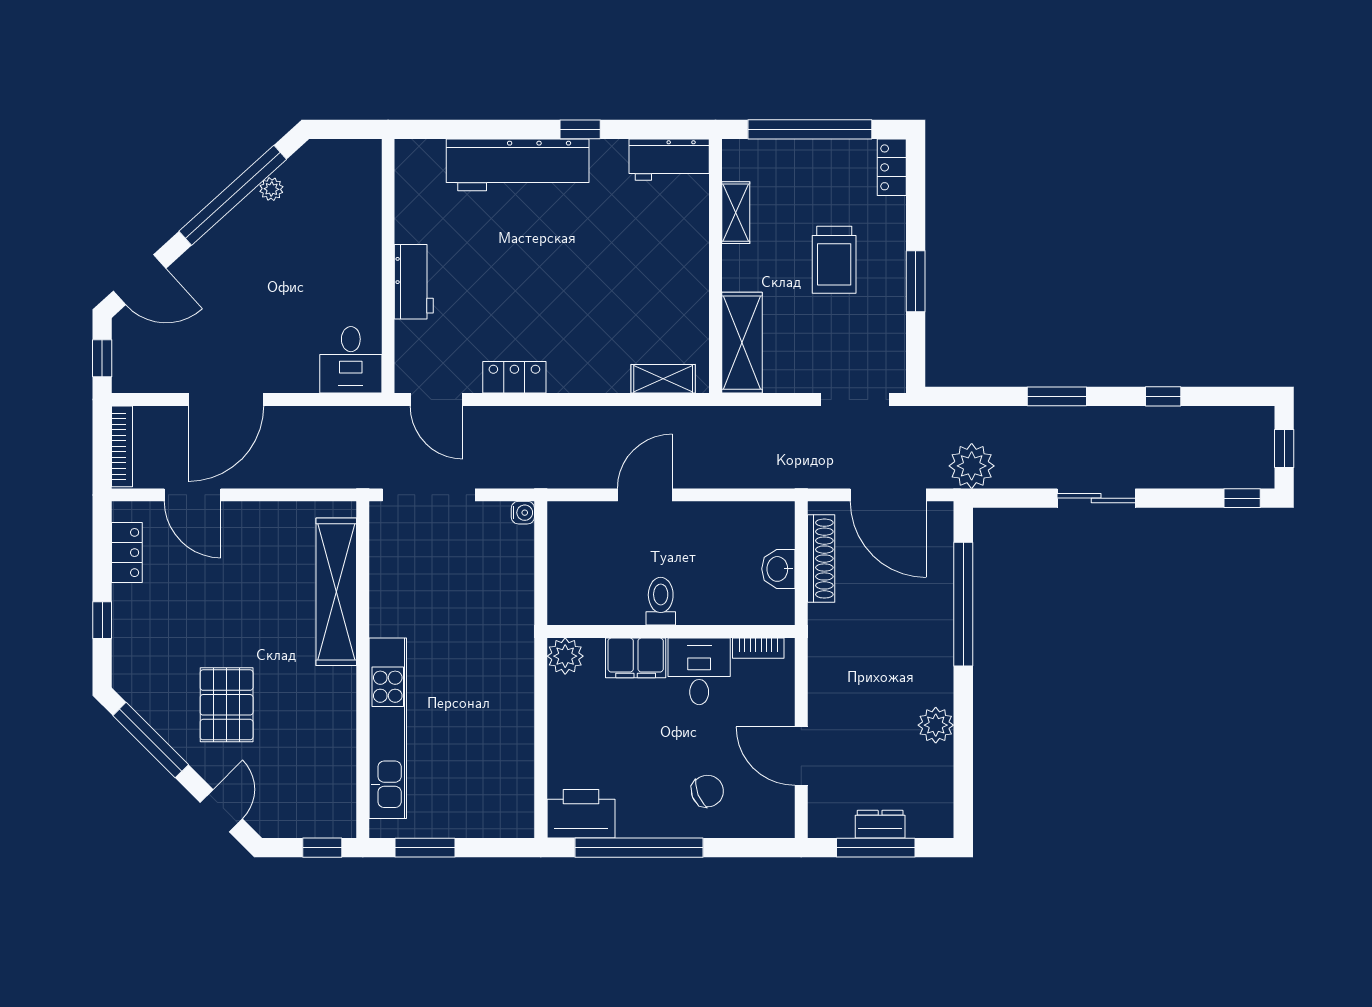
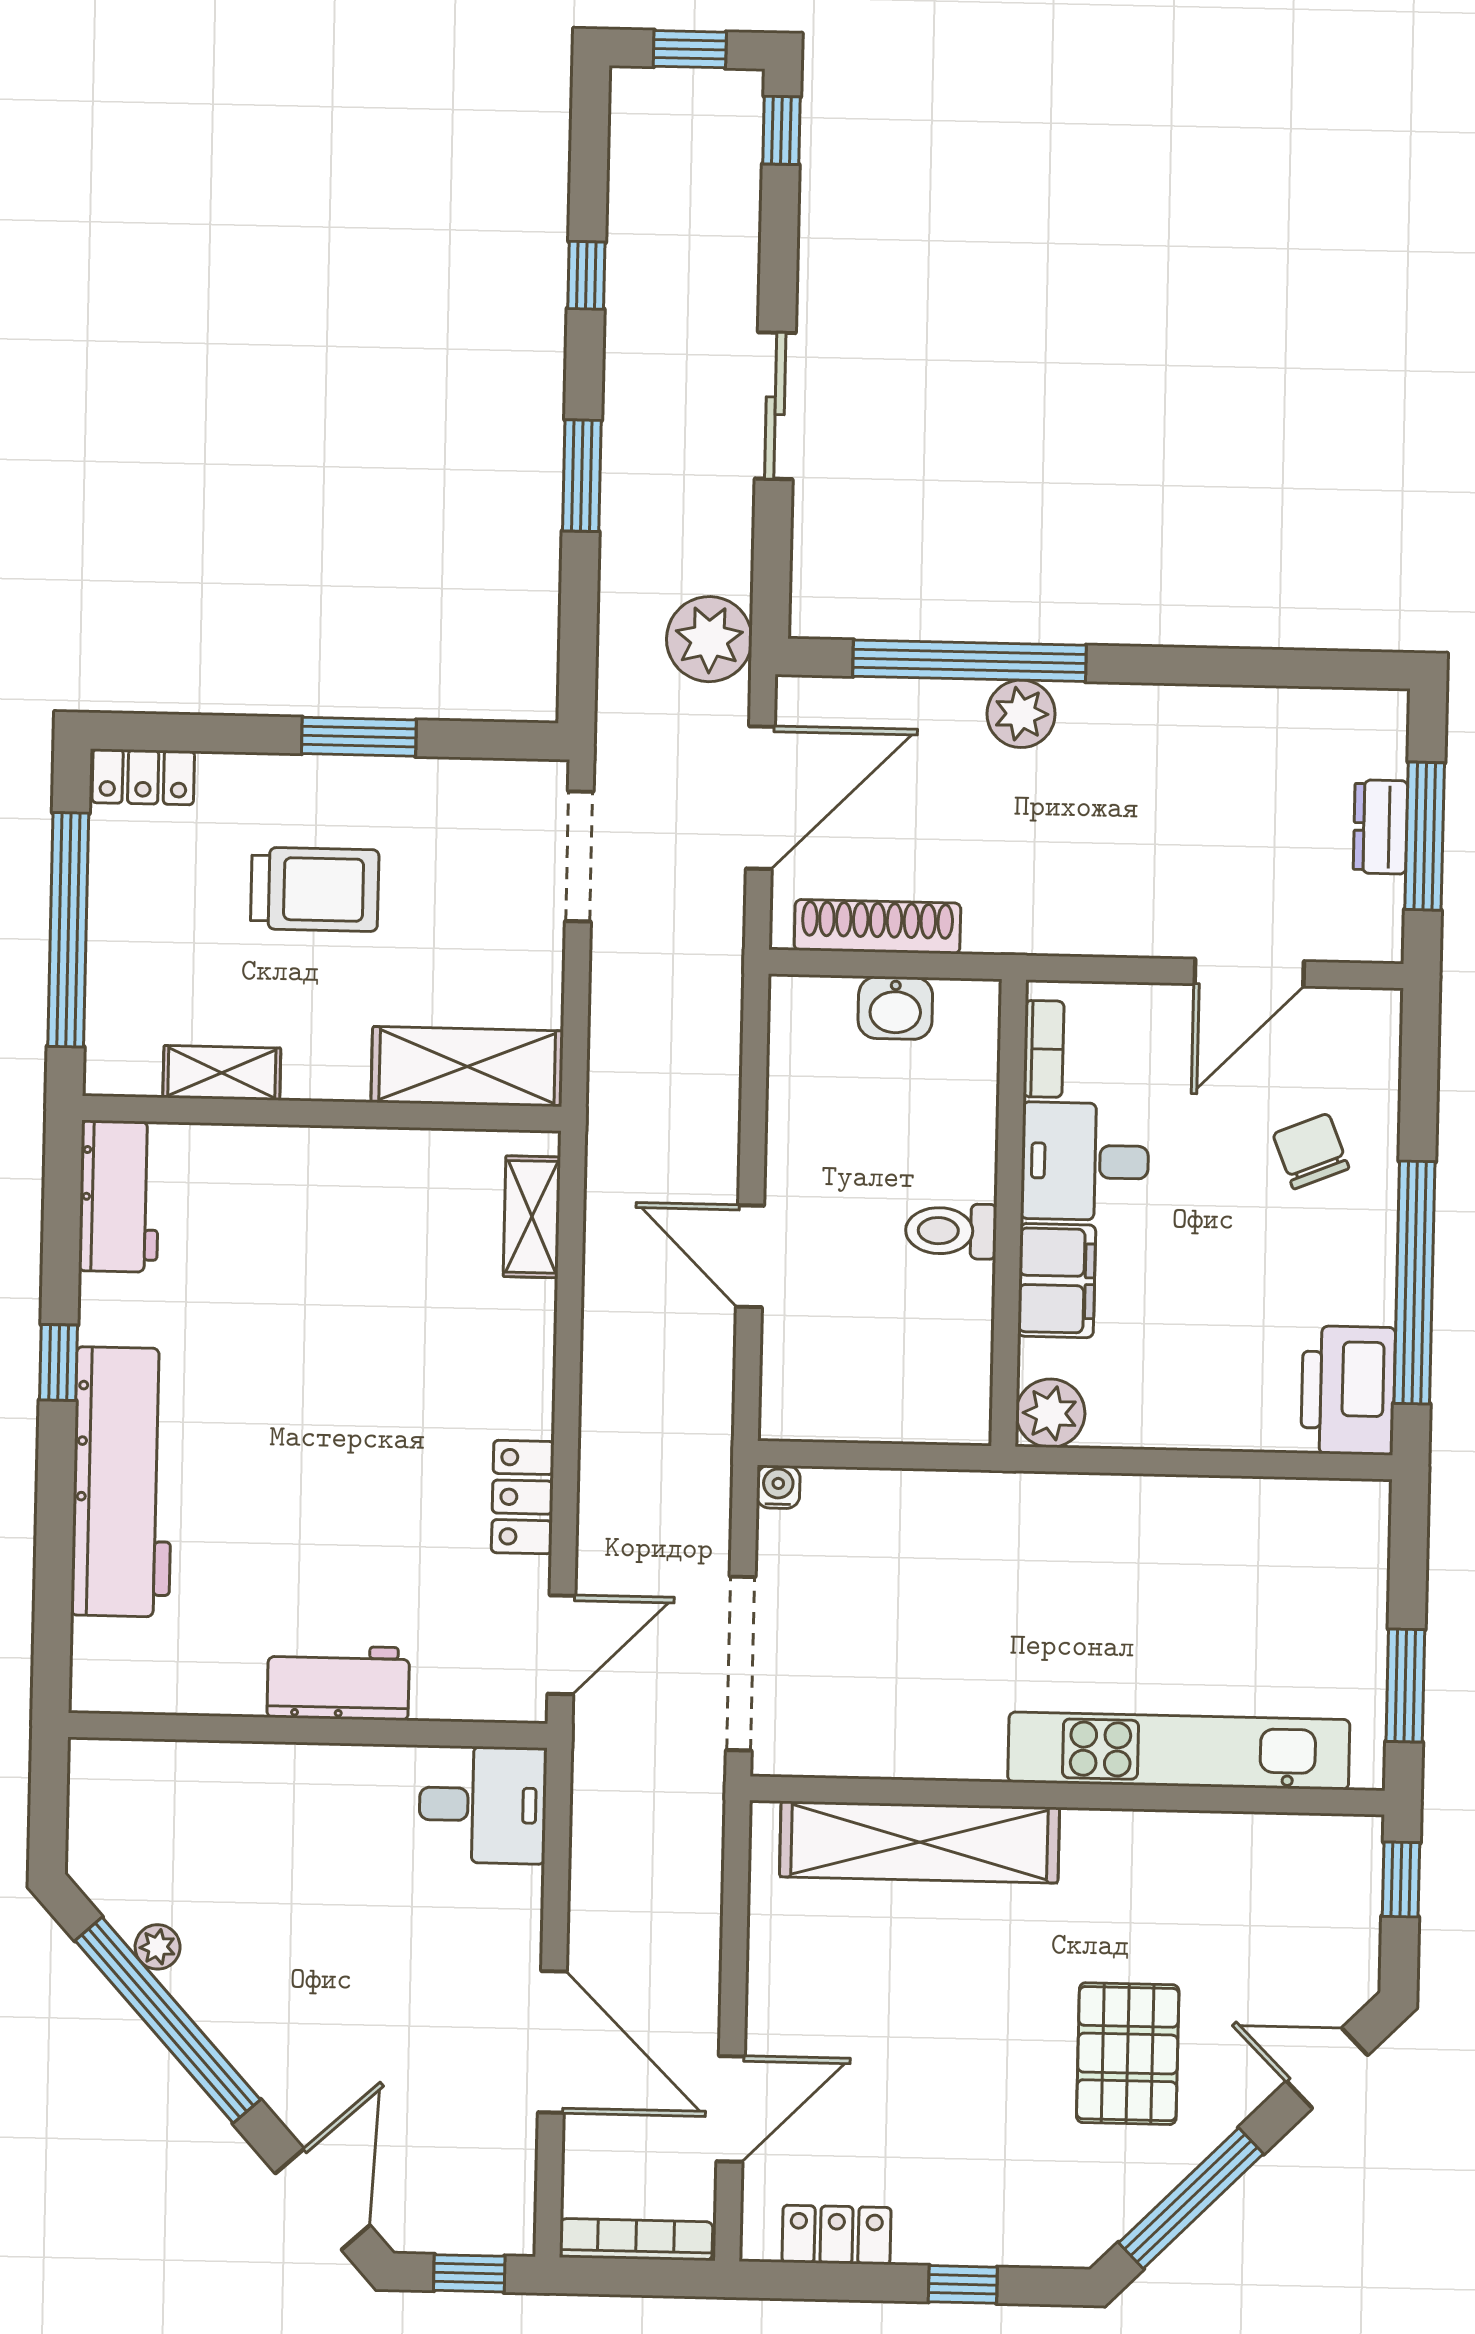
pallet: (227, 705) -> (1128, 2054), turned 90
plant: (936, 725) -> (1021, 714), moved

